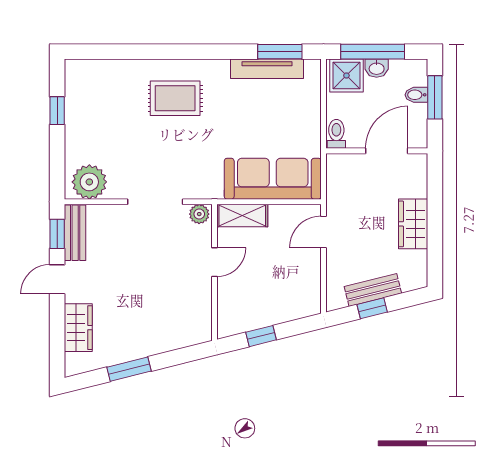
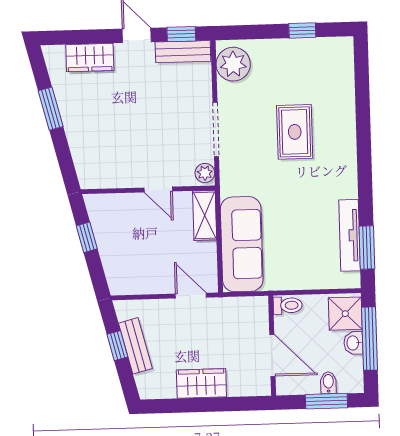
rug: (175, 98) -> (295, 132), moved

